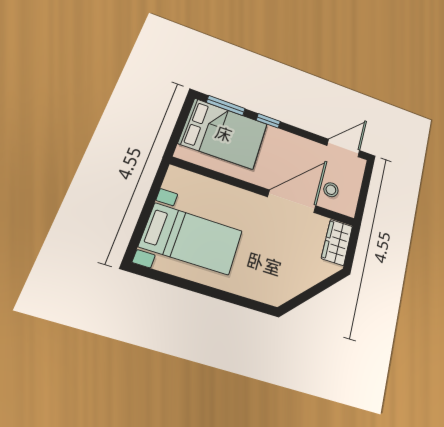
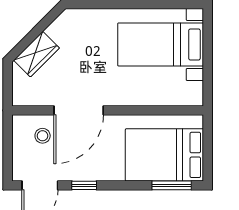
window: (268, 121) -> (84, 185), moved
wardrobe: (337, 242) -> (36, 54), moved, turned 45

